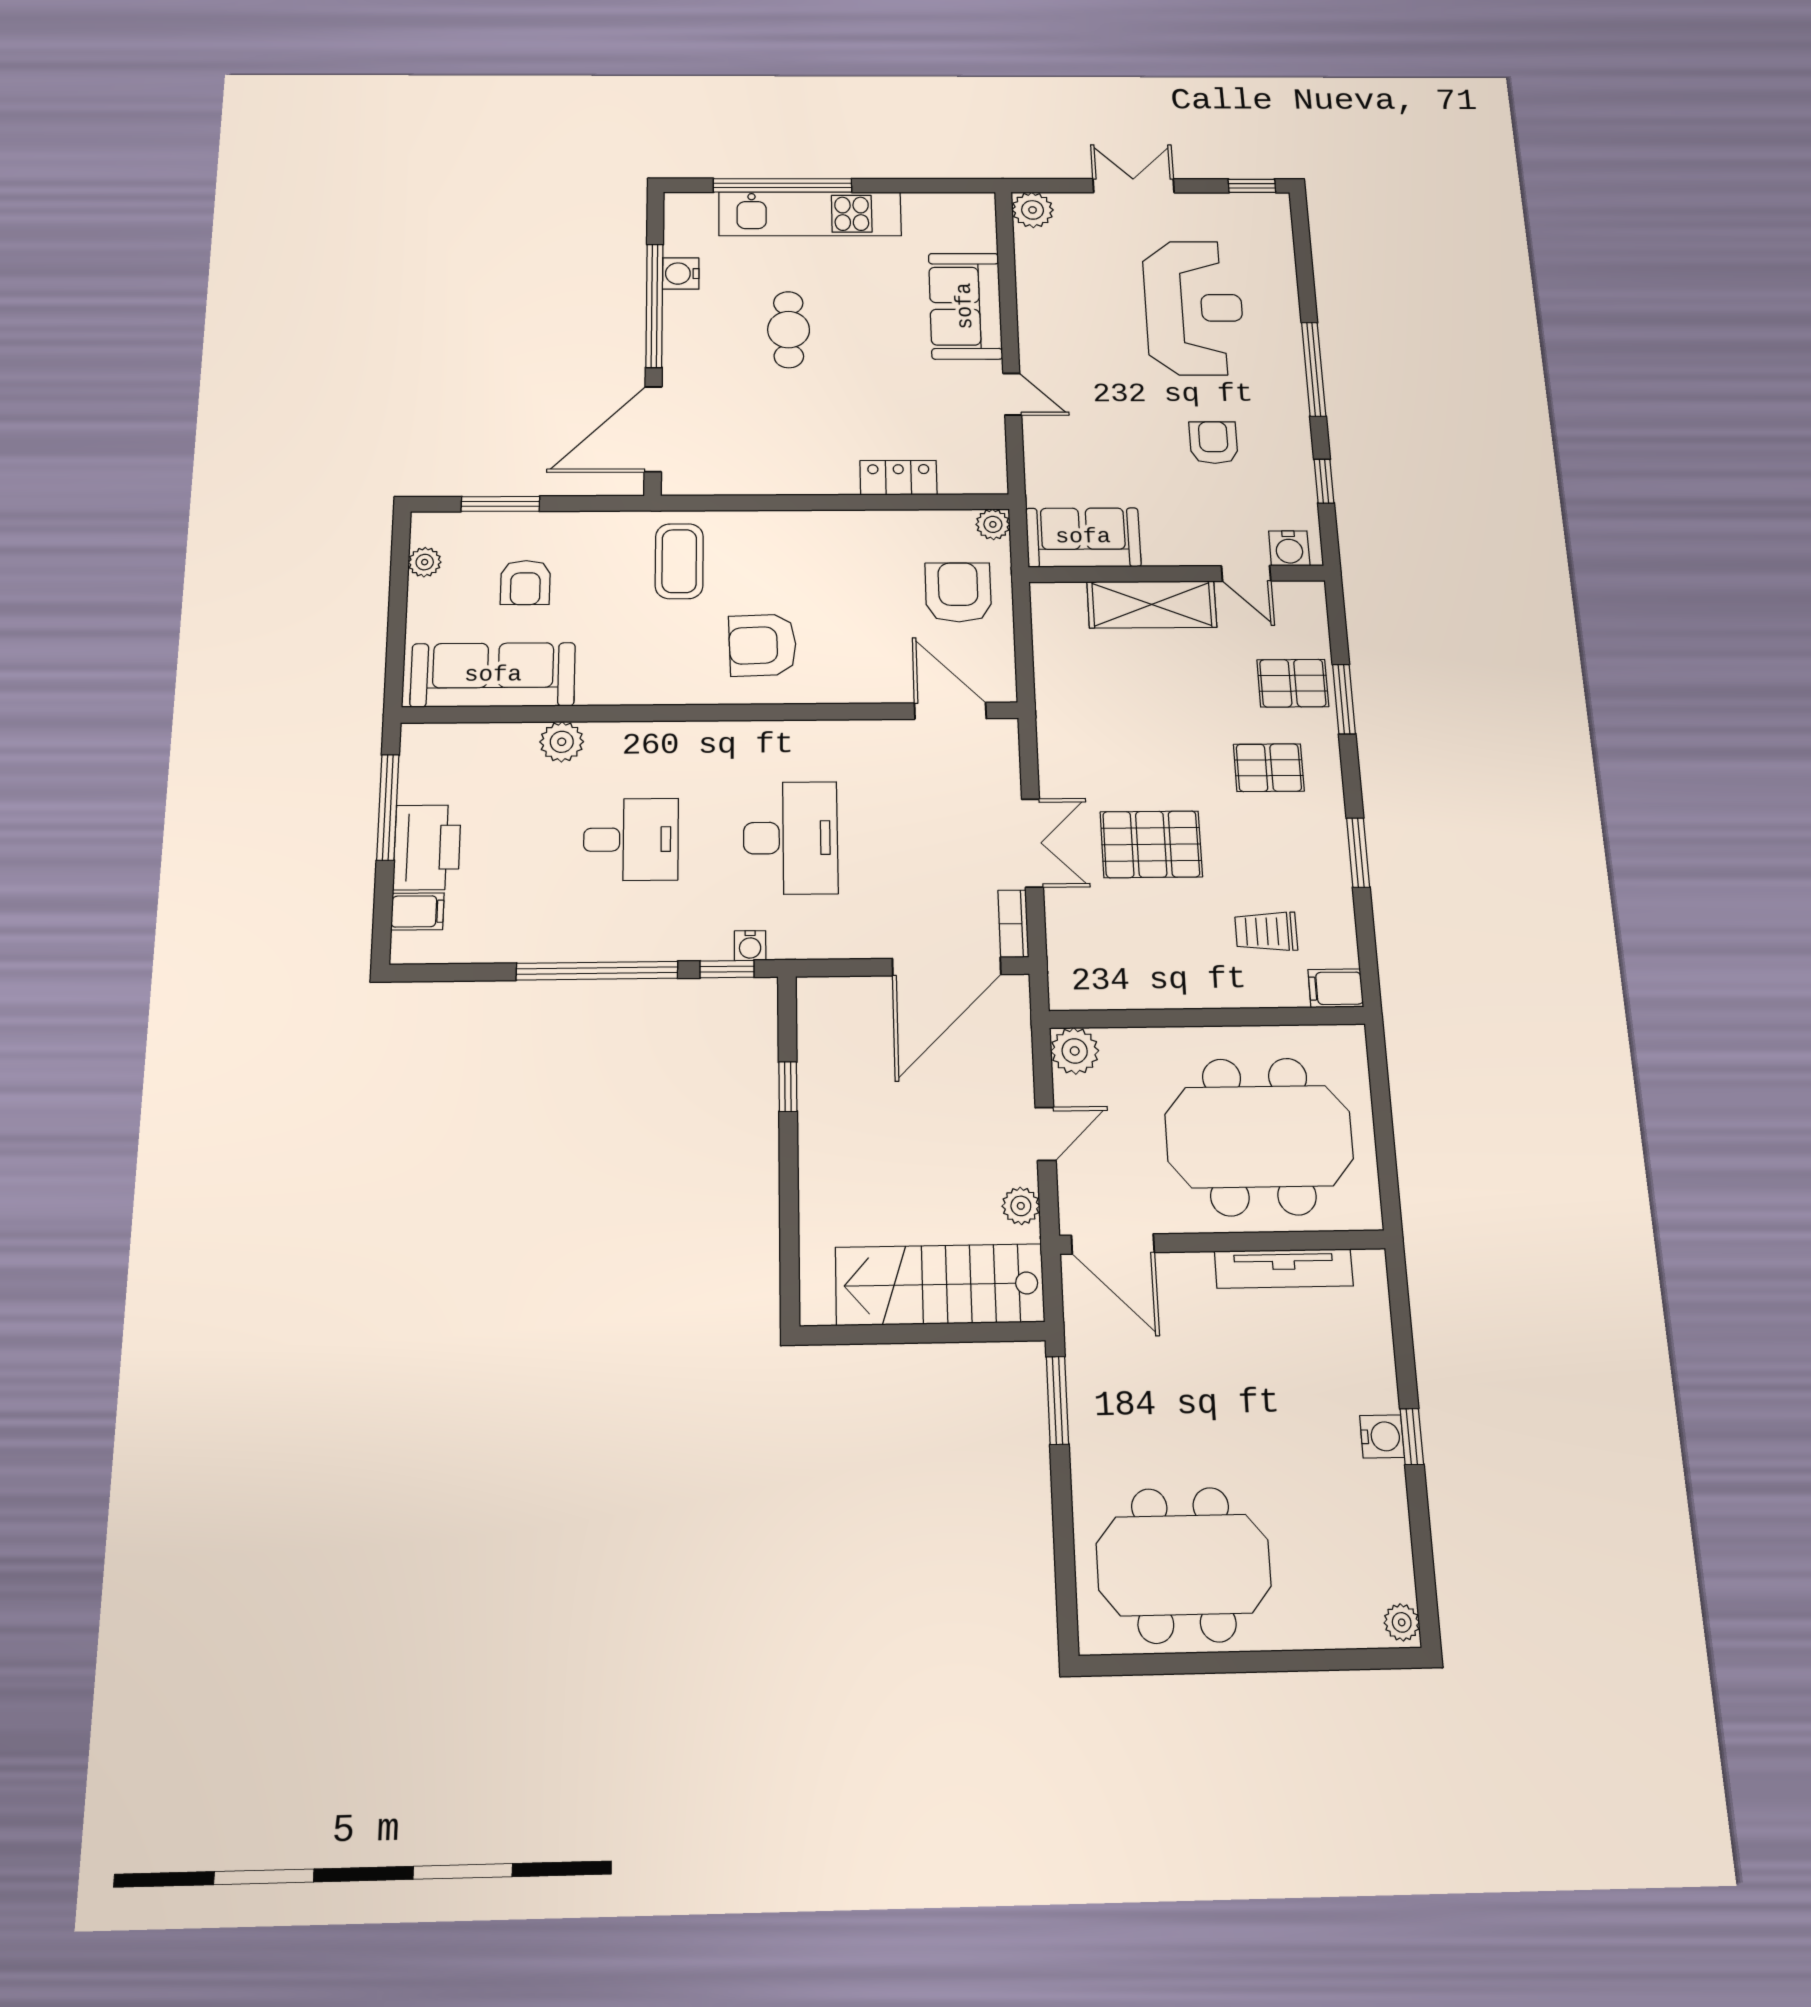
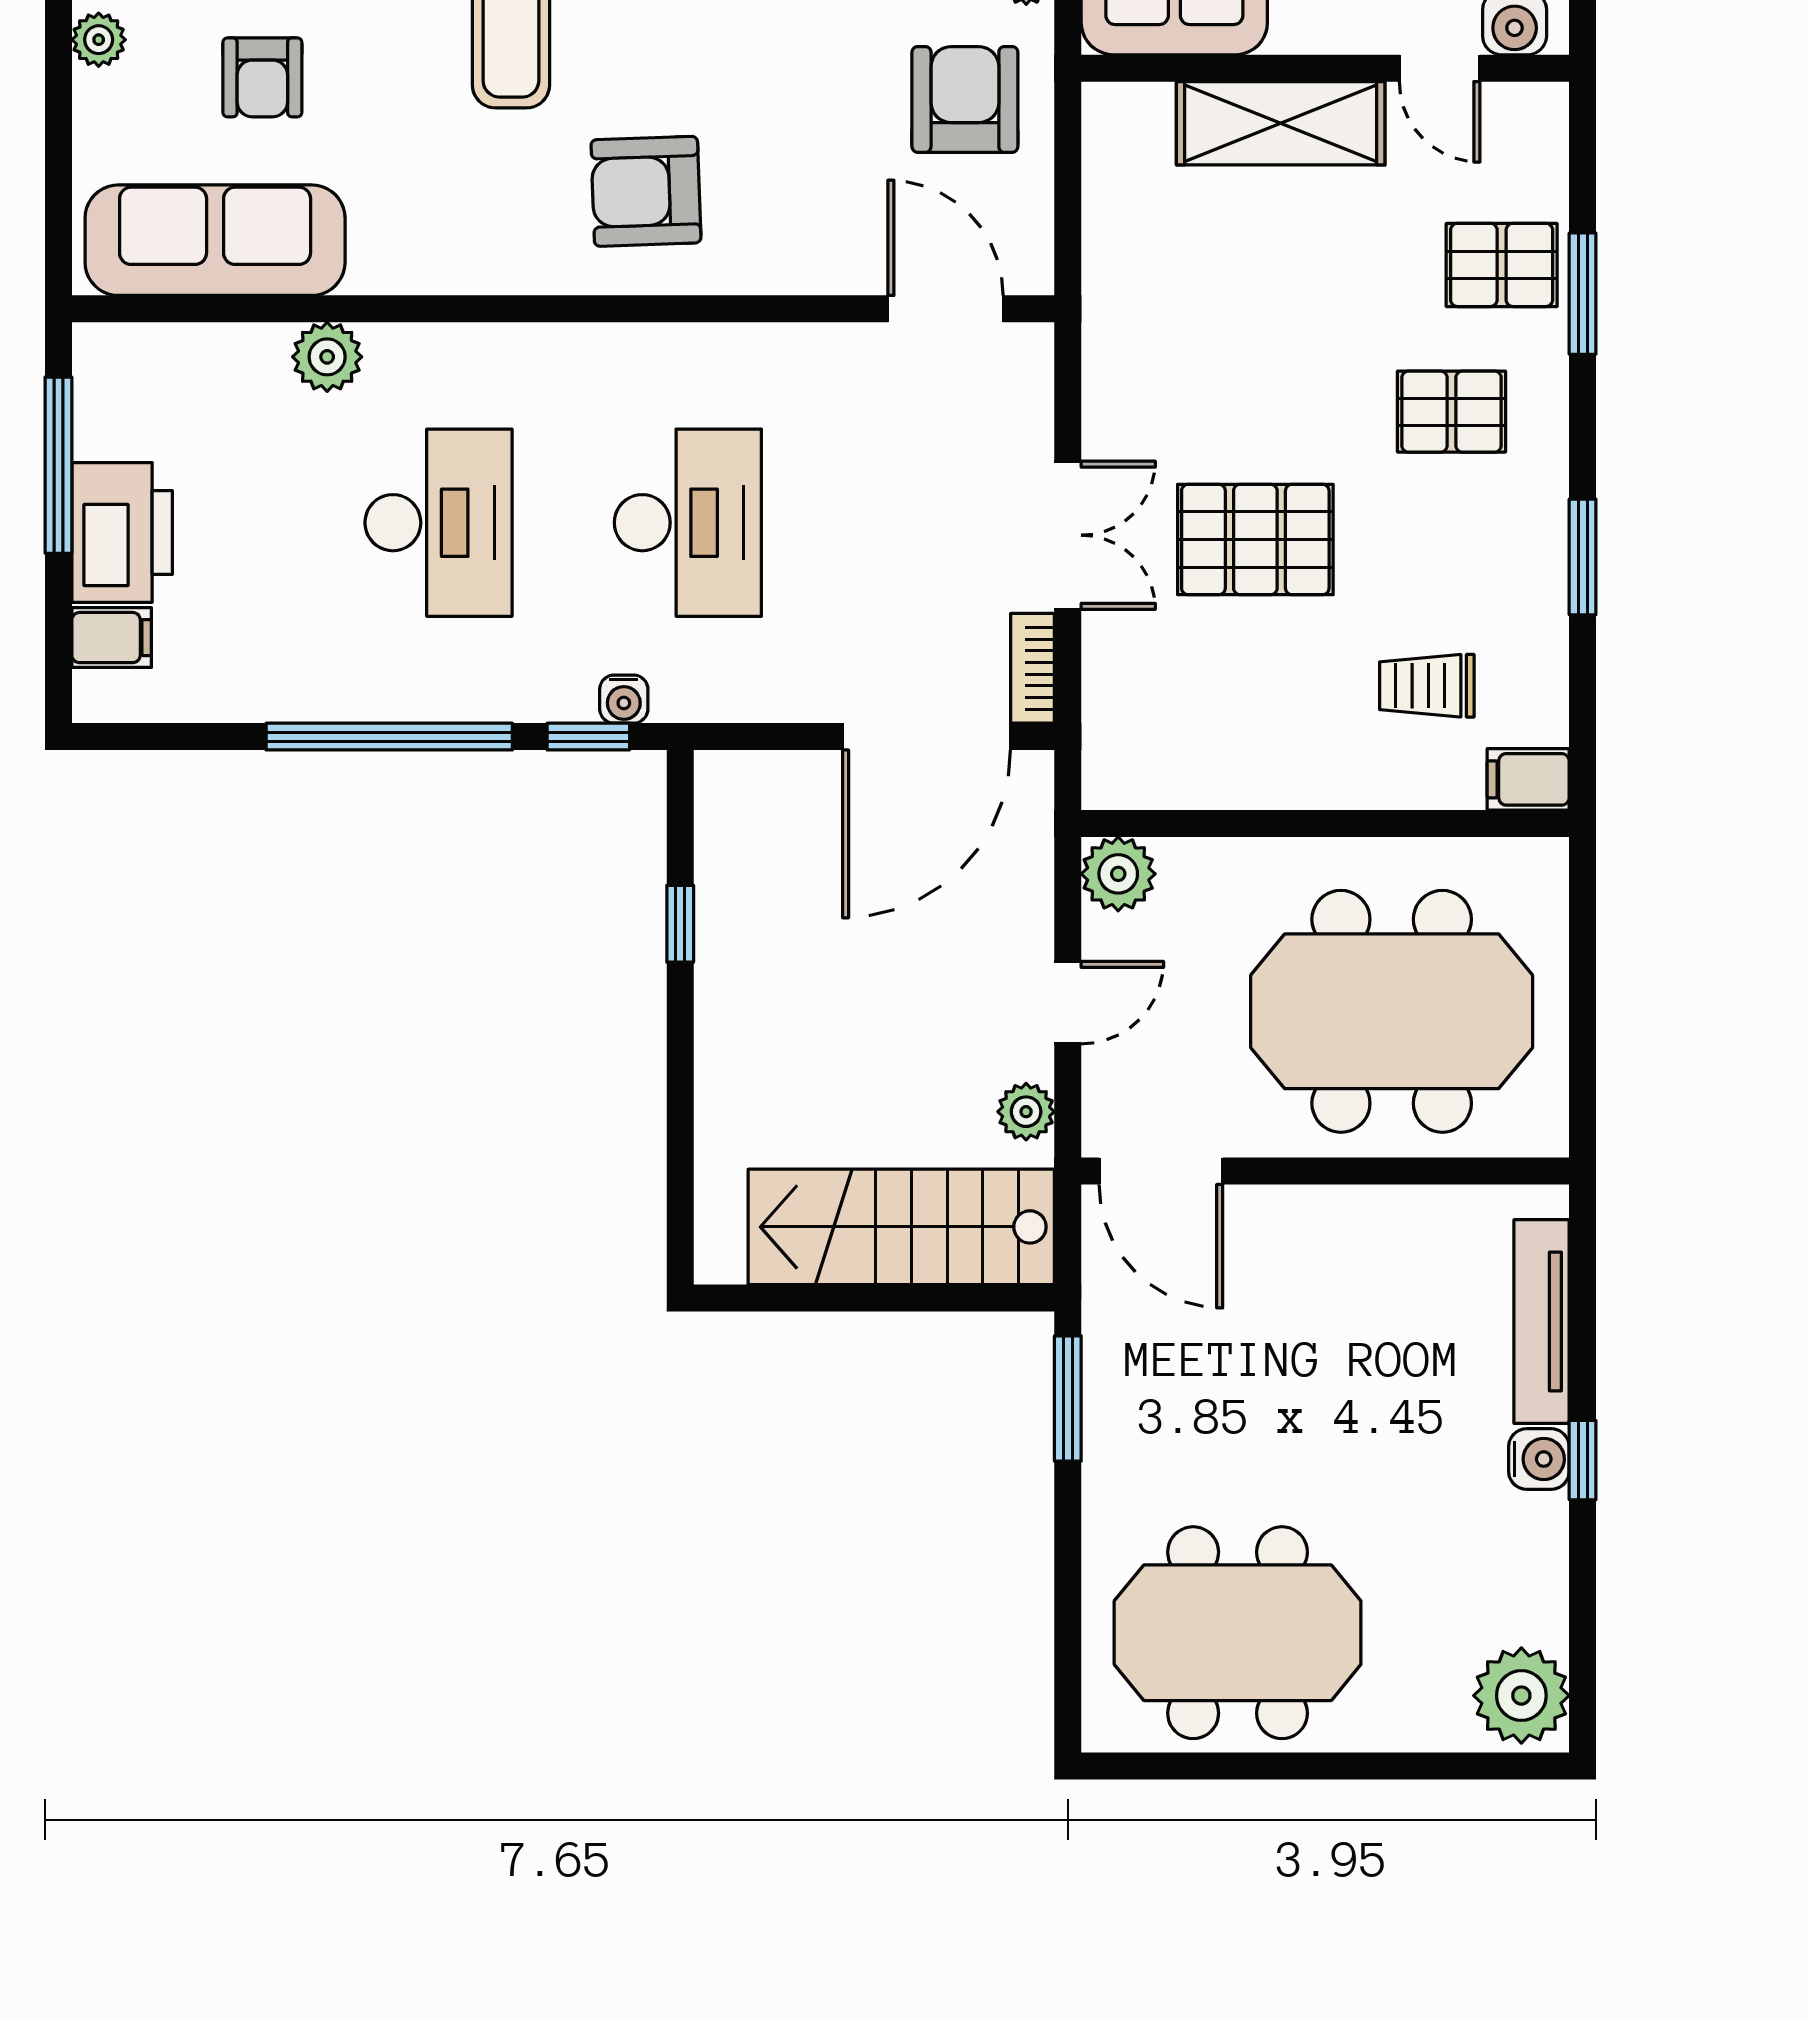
desk: (631, 839) -> (438, 523), width x1.37
tv unit: (1284, 1269) -> (1542, 1322), moved, turned 90
plant: (1402, 1622) -> (1521, 1696), width x1.88, depth x1.88

